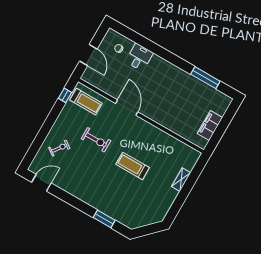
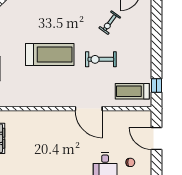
exercise bike: (59, 148) -> (110, 23), moved
treadmill: (133, 166) -> (50, 54), width x1.37, depth x1.38

